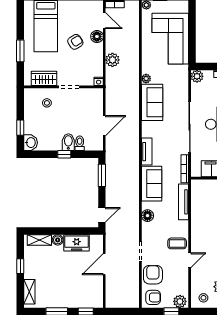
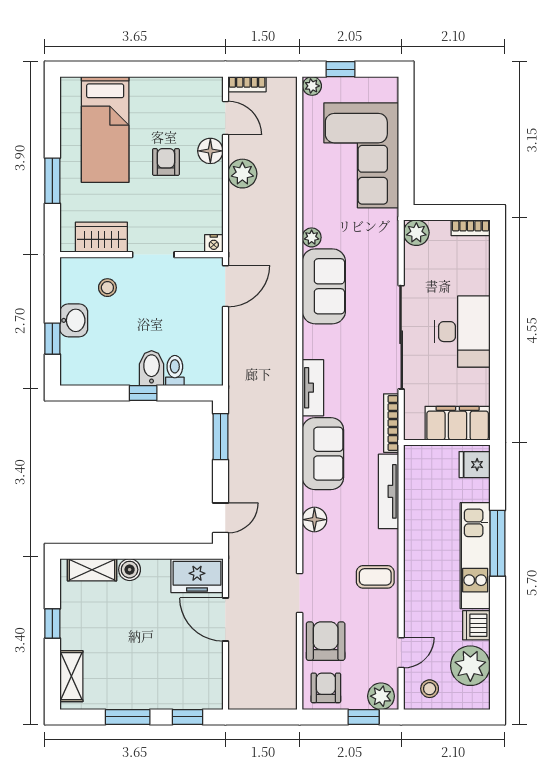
armchair: (75, 42) -> (166, 162), turned -58
plant: (112, 60) -> (242, 174), moved
door: (104, 126) -> (225, 286), moved
washbasin: (31, 143) -> (74, 320), moved
freezer: (77, 243) -> (197, 576), moved
door: (190, 260) -> (401, 653), moved
door: (104, 264) -> (225, 619), hinge flipped
armchair: (153, 297) -> (326, 688), turned -90

